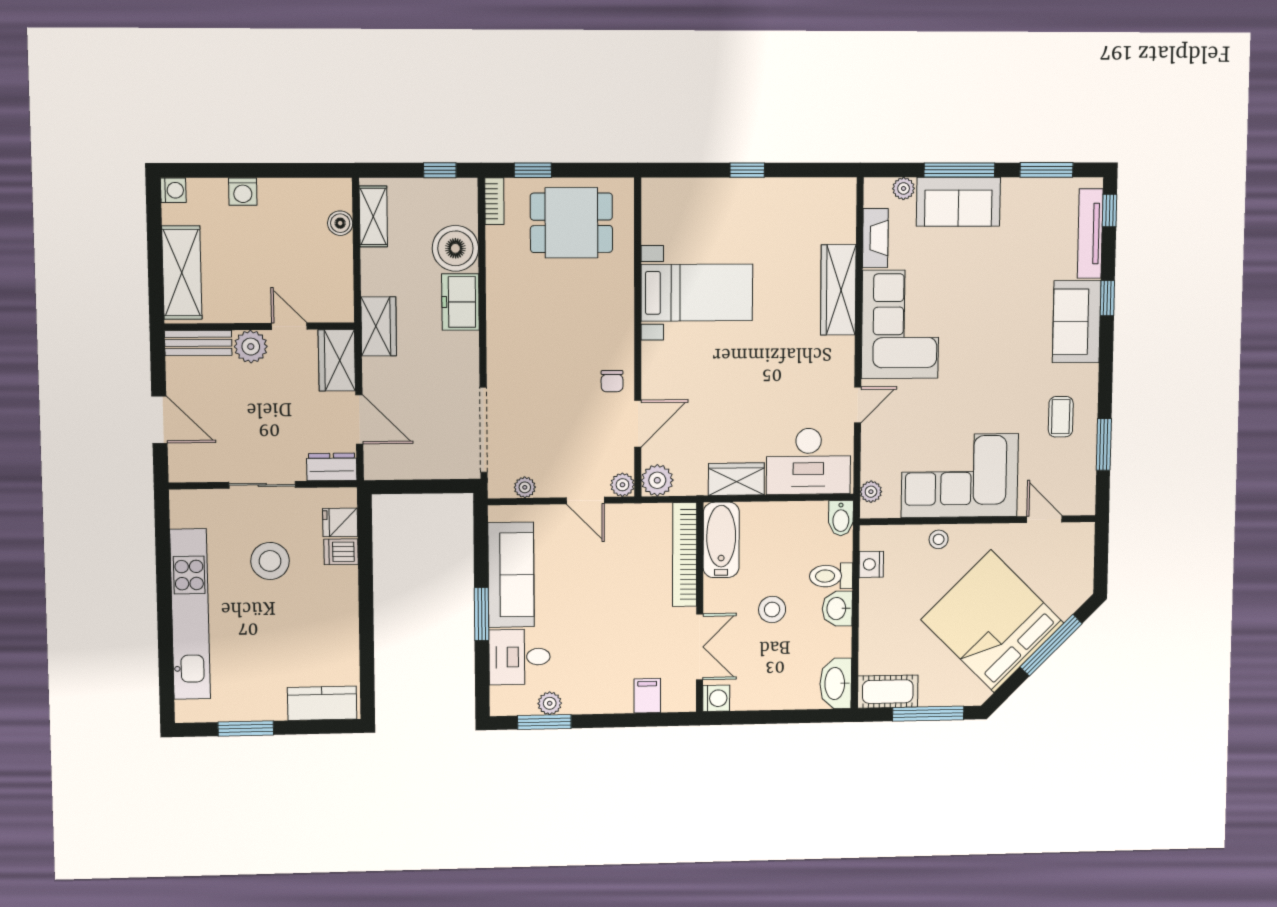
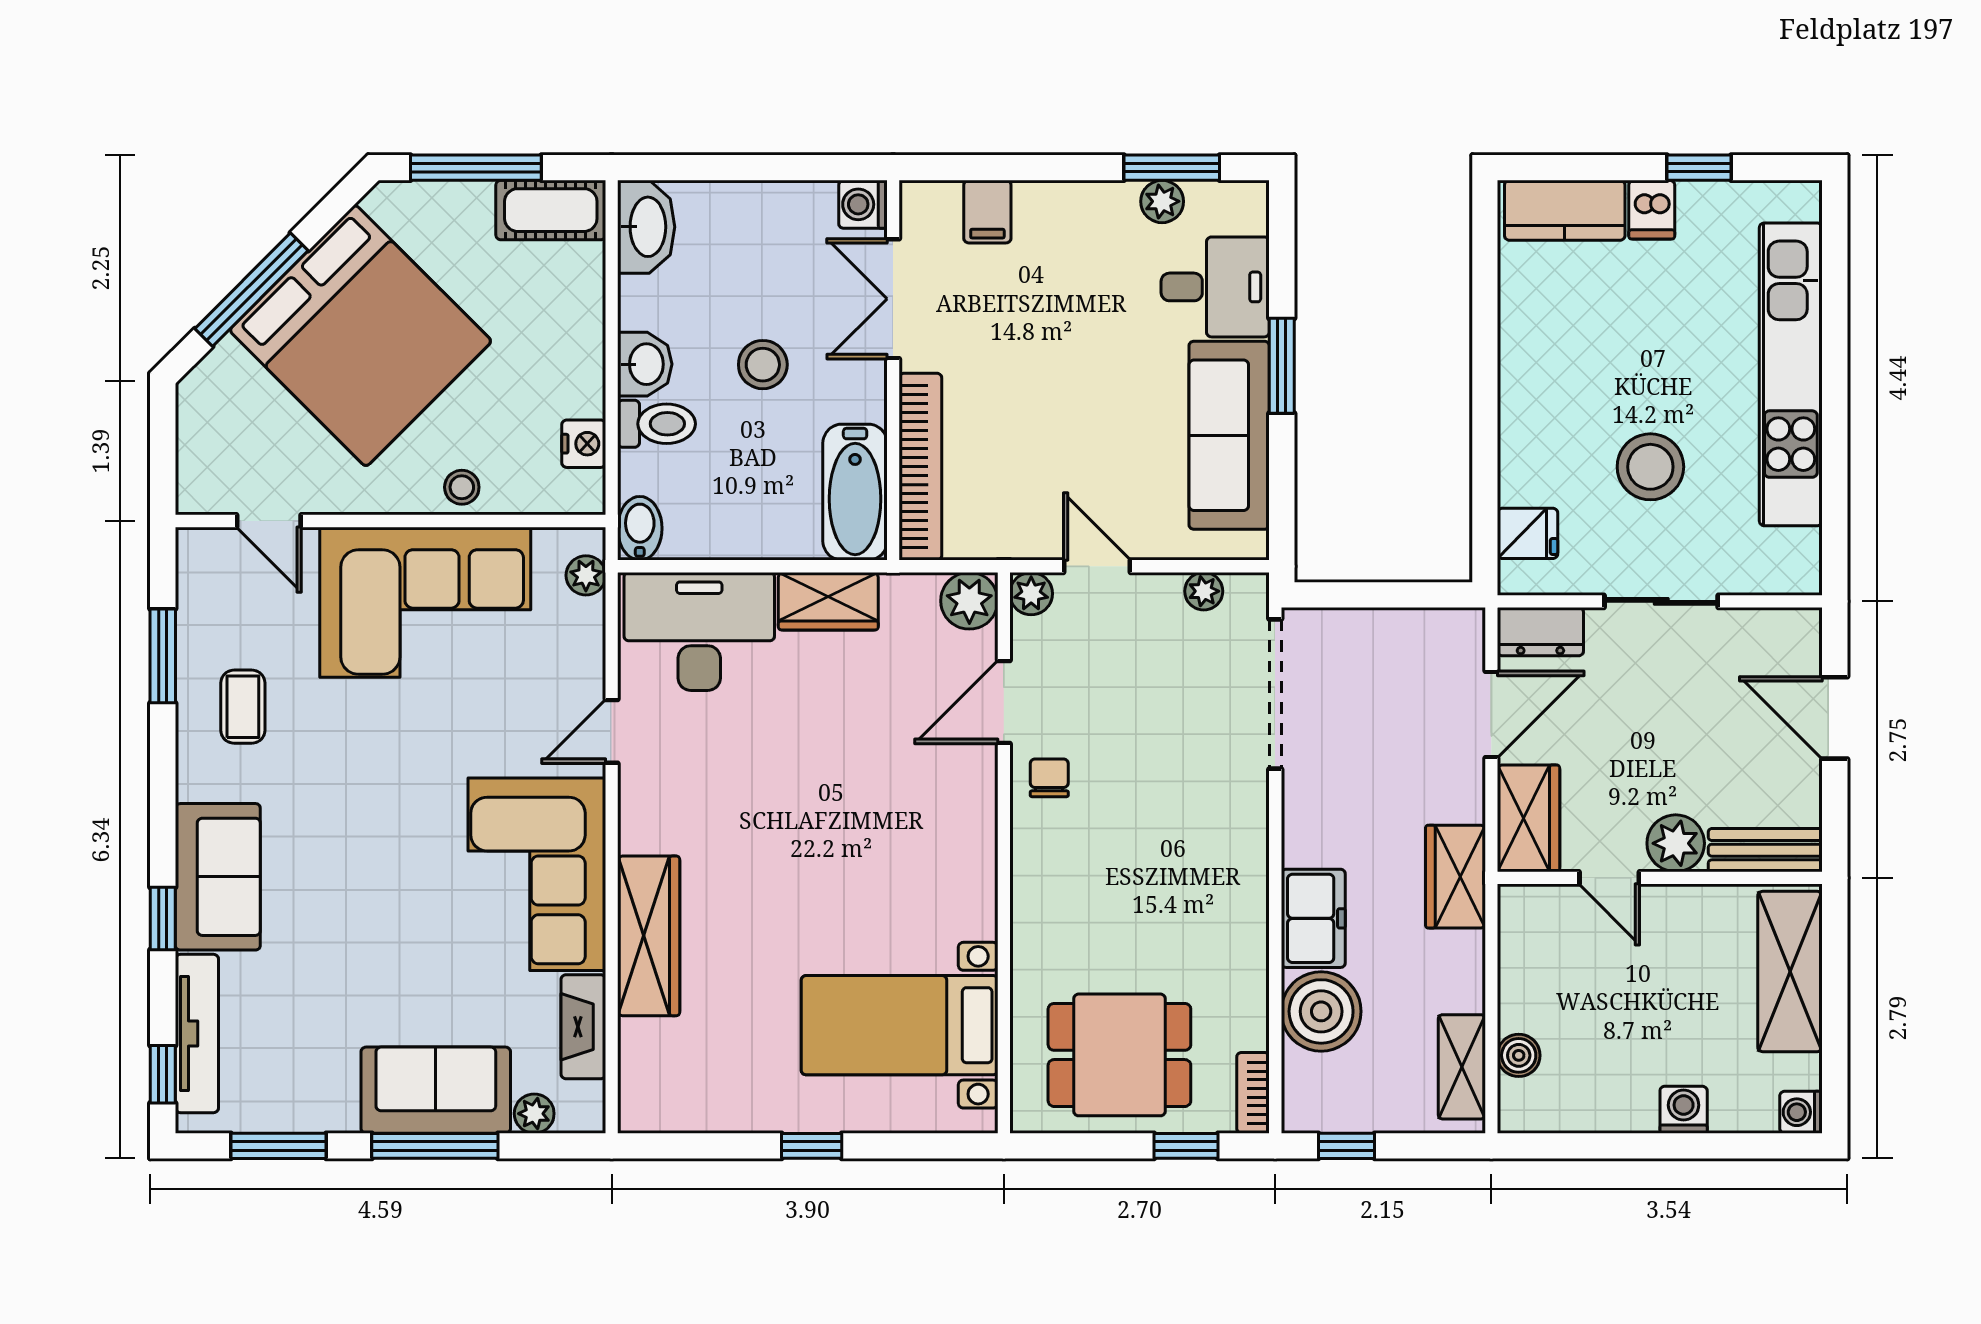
bed with nightstands: (697, 293) -> (900, 1025), moved
door: (359, 419) -> (1491, 715), swing flipped
dishwasher: (341, 552) -> (1652, 210), moved, turned 90
window: (246, 728) -> (1699, 168), width x0.67

